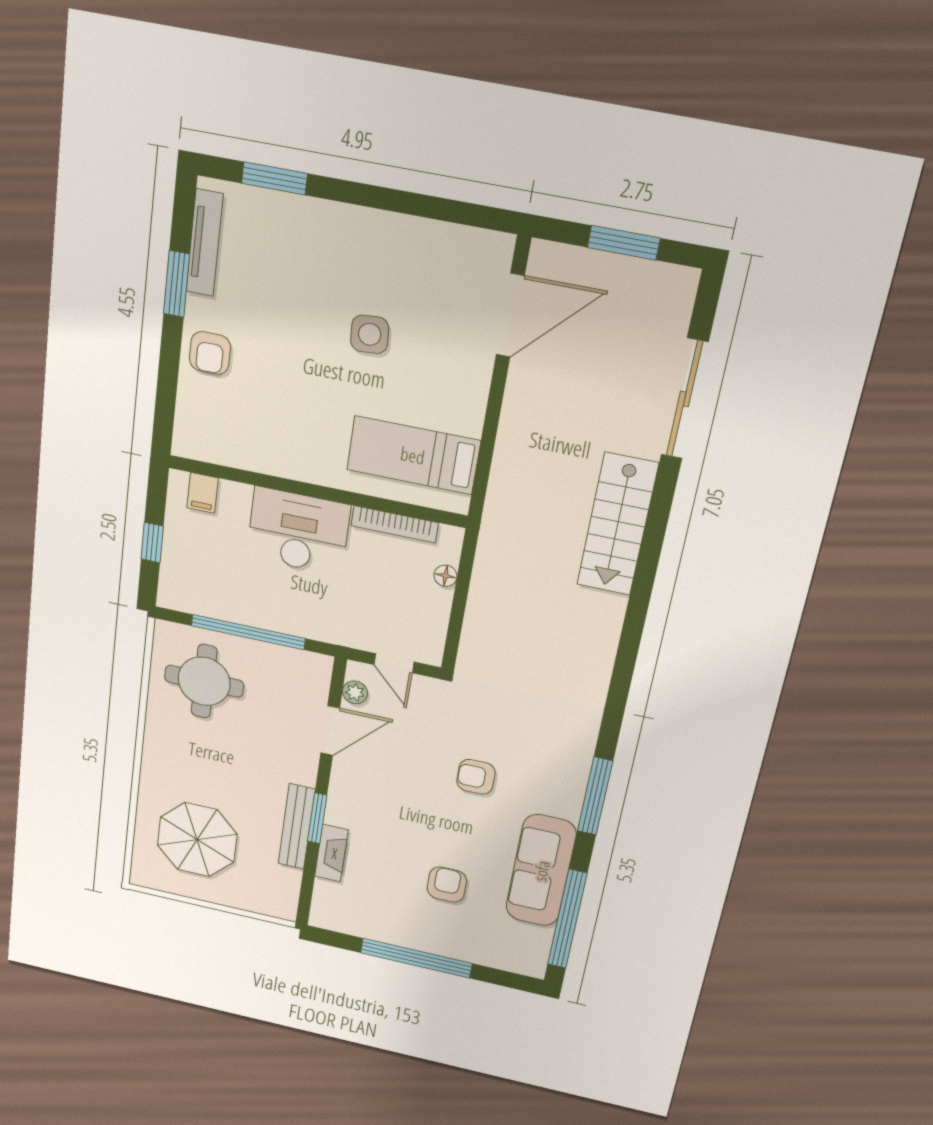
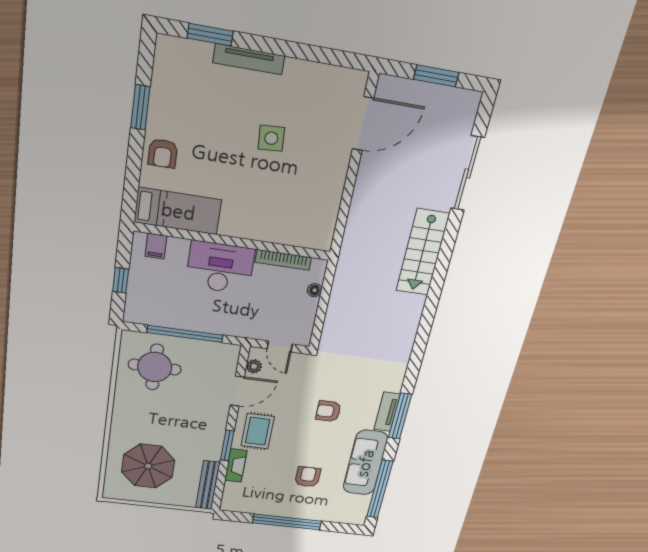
tv unit: (205, 243) -> (249, 59), moved, turned 90
bed: (413, 455) -> (178, 211), moved, turned 180
tv unit: (573, 787) -> (387, 412), added
rug: (364, 799) -> (258, 431), added
bench: (297, 827) -> (208, 485), moved

